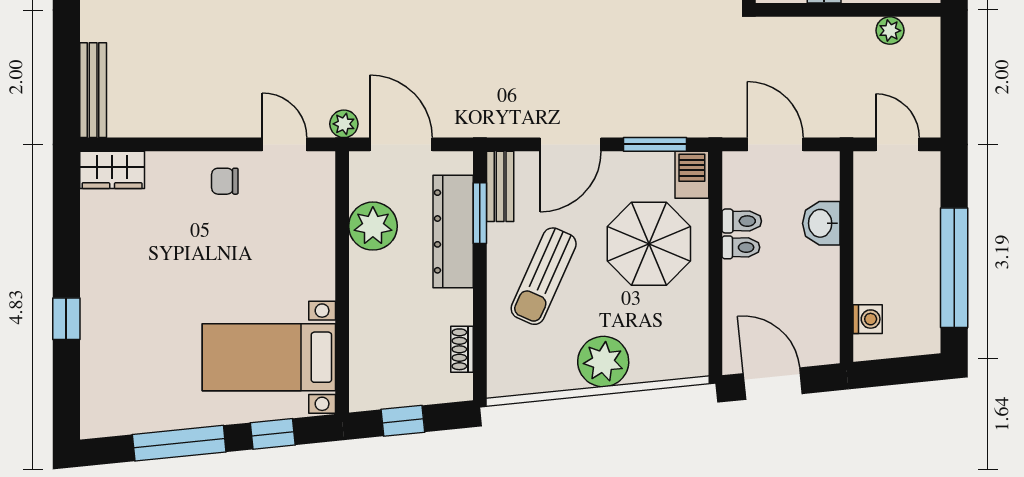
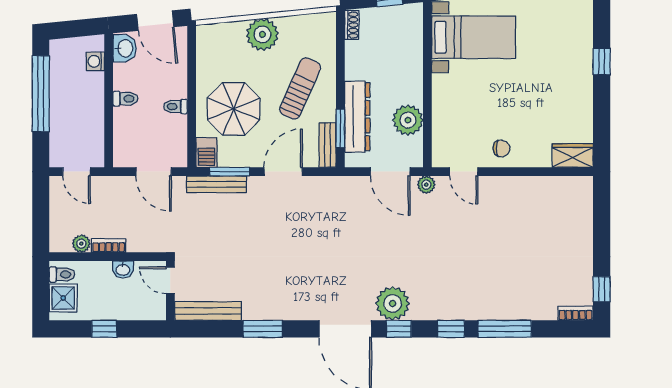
bookcase: (847, 27) -> (109, 246), added
bench: (93, 90) -> (217, 184), moved, turned 90
toilet: (742, 221) -> (125, 99), moved, turned 180
washbasin: (821, 223) -> (125, 48), moved
shoe rack: (462, 349) -> (352, 25), moved

